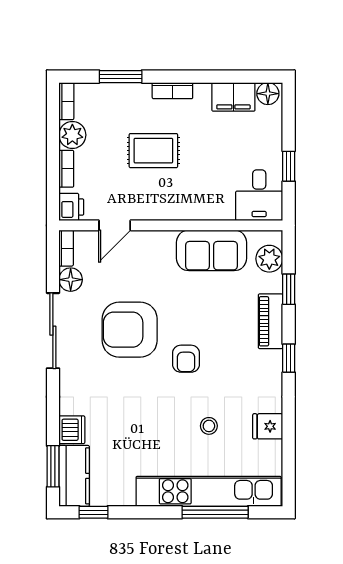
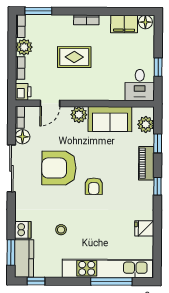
window: (121, 77) -> (38, 11), moved
plant: (161, 243) -> (79, 115), added
stool: (209, 426) -> (61, 230), moved

